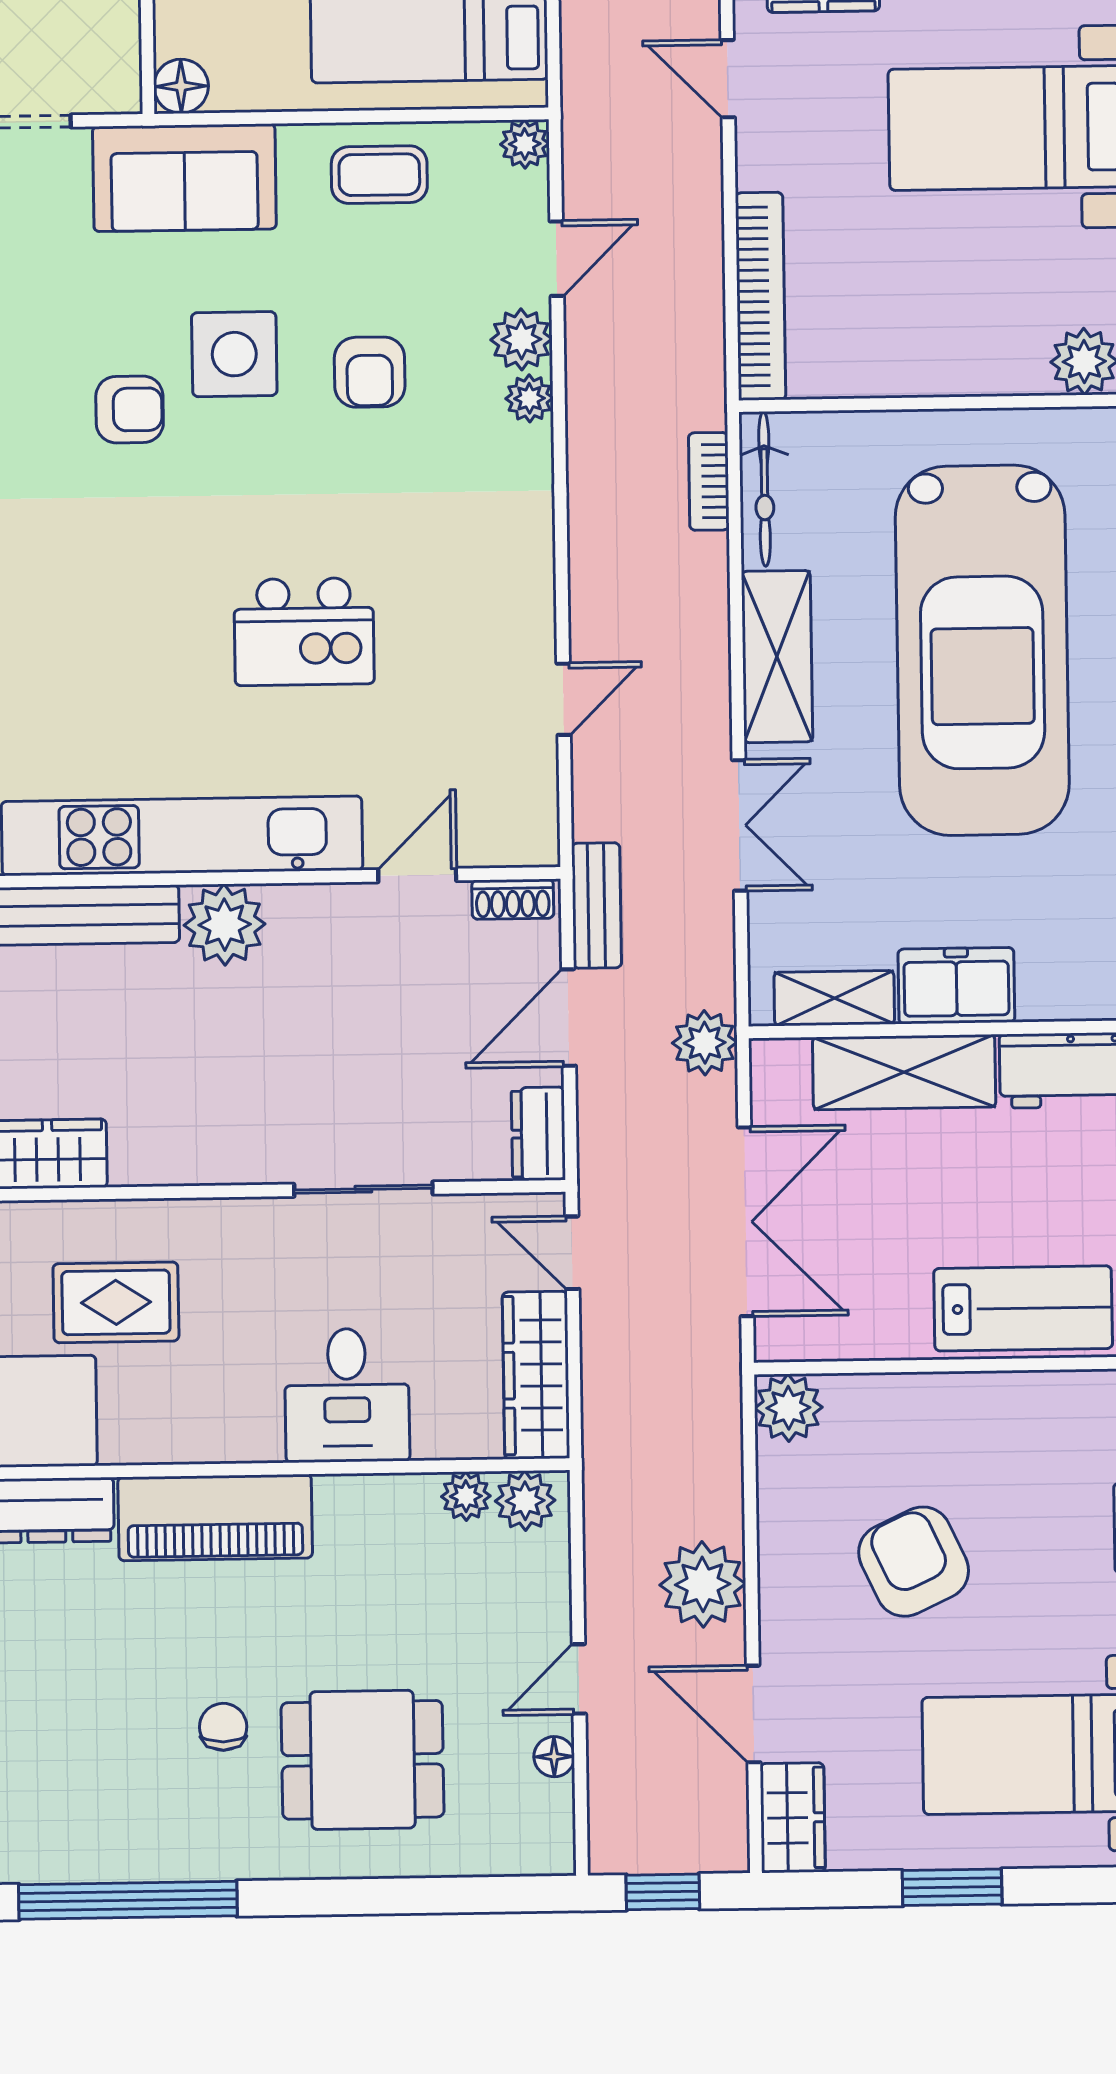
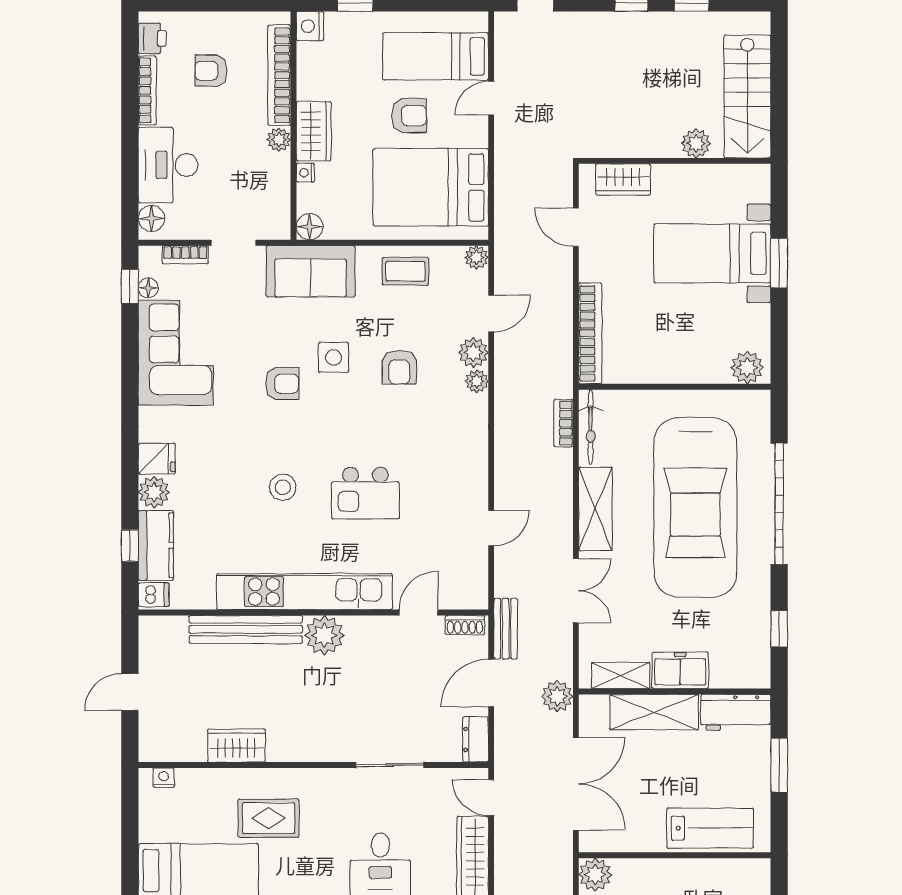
side table: (234, 354) -> (333, 357), width x0.73, depth x0.73
stool: (134, 622) -> (283, 487), added

